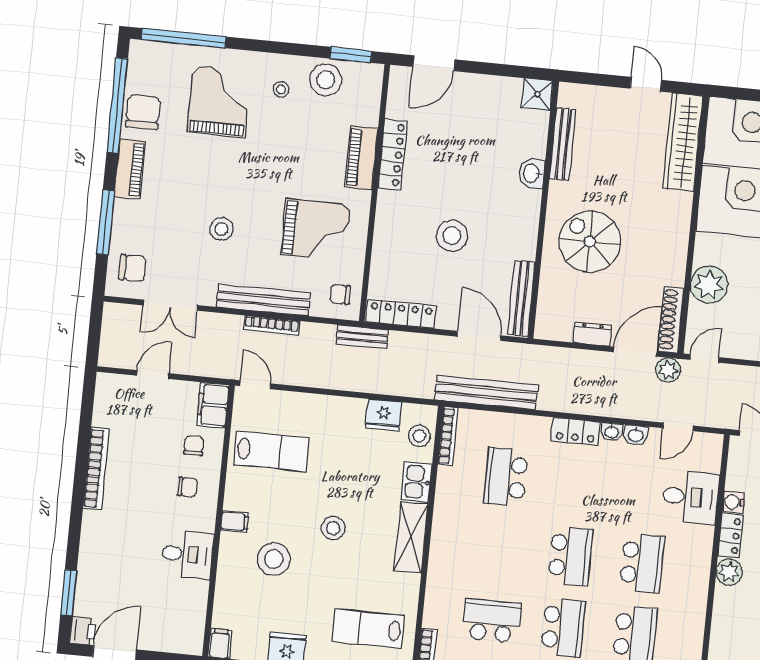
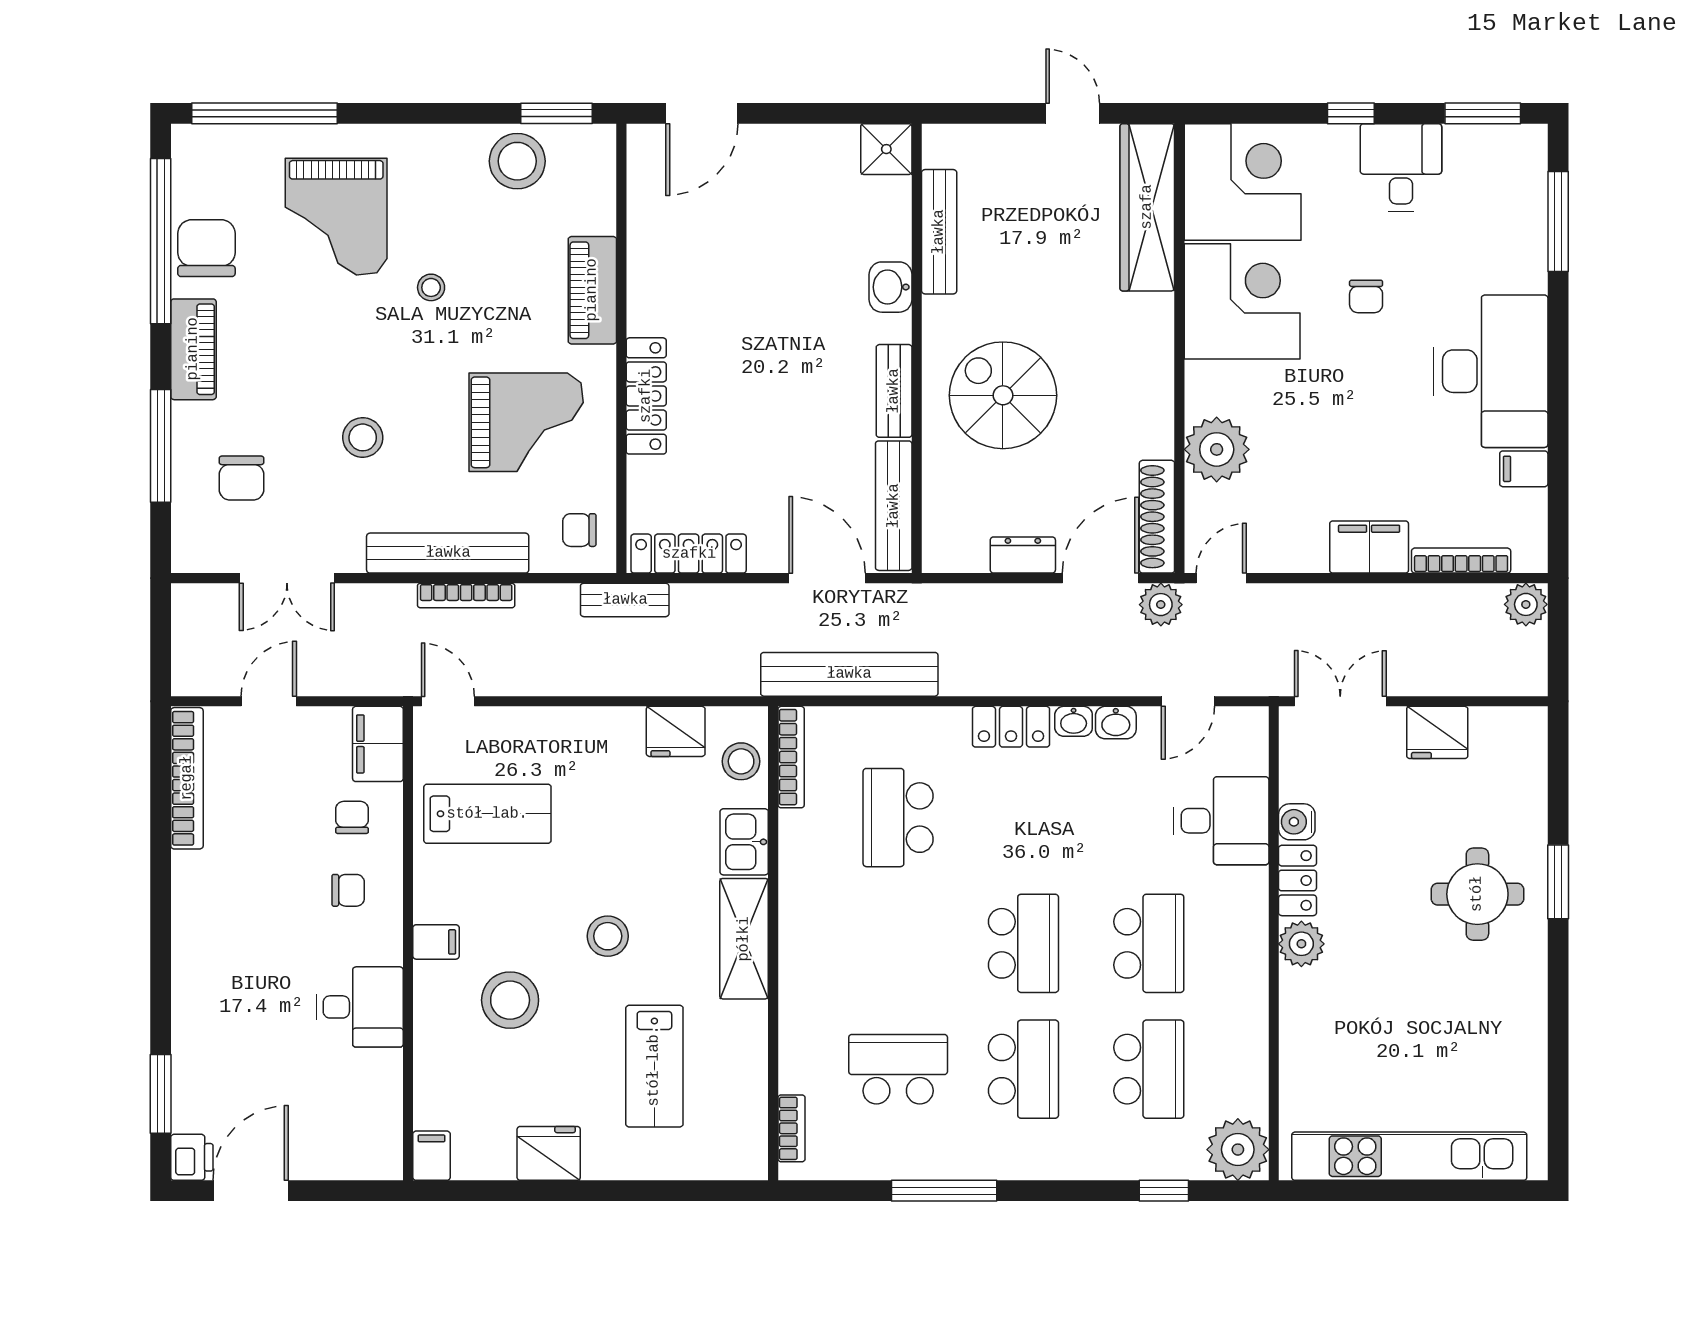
stool: (281, 89) -> (431, 287), moved
grand piano: (219, 101) -> (336, 217), turned 180
locker: (393, 155) -> (646, 396), moved
bench: (528, 233) -> (894, 391), added
stool: (452, 236) -> (763, 409), removed
chair: (133, 268) -> (242, 478), moved, turned 90
bookcase: (96, 468) -> (187, 778), moved
lab bench: (368, 628) -> (654, 1066), moved, turned -90

